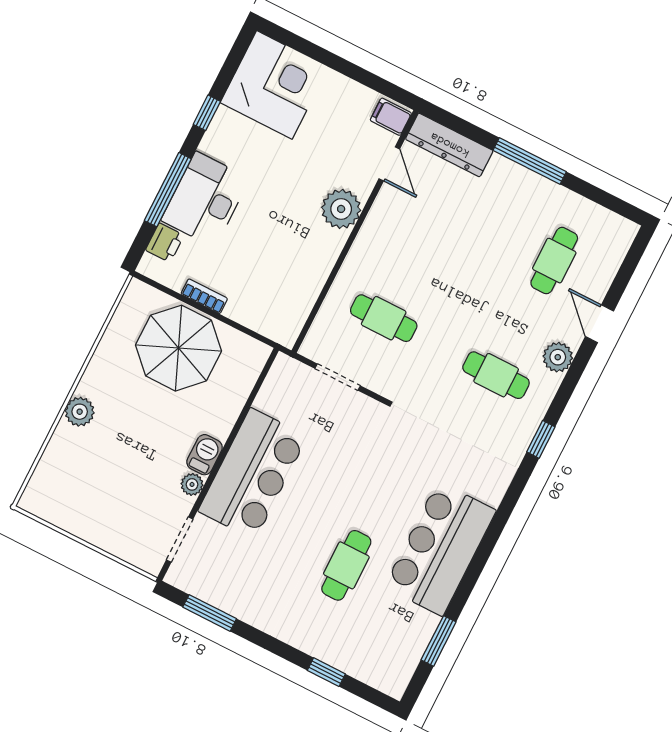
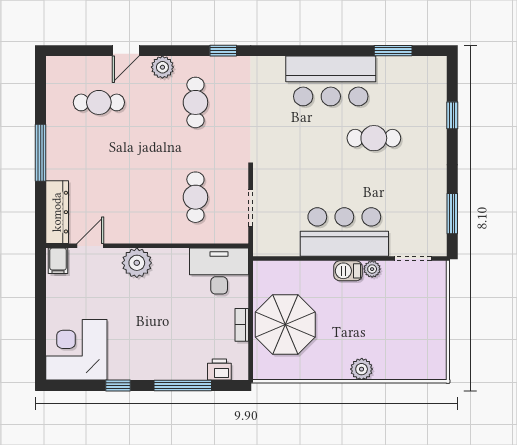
desk: (205, 199) -> (219, 271), moved, turned 180

